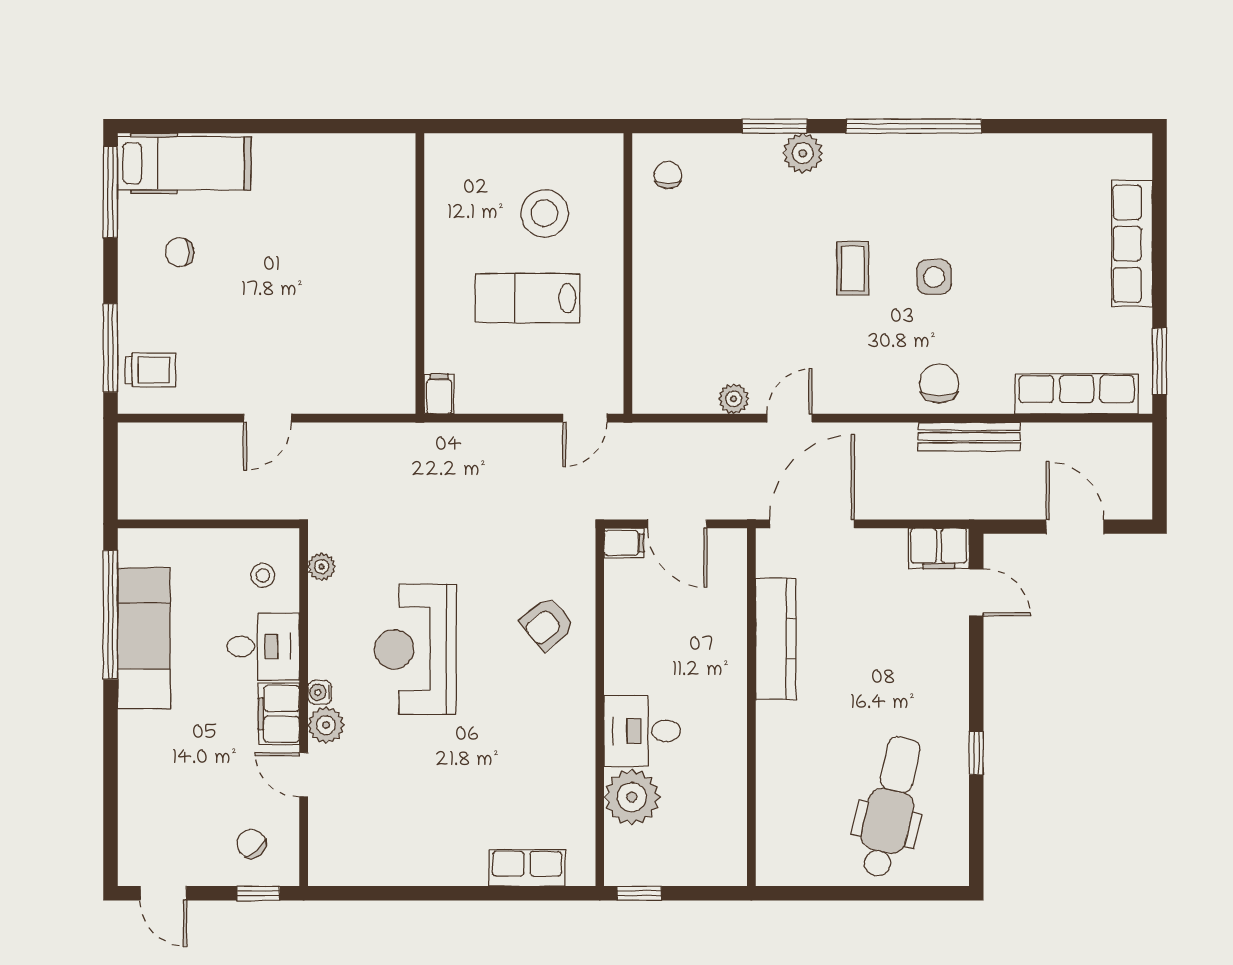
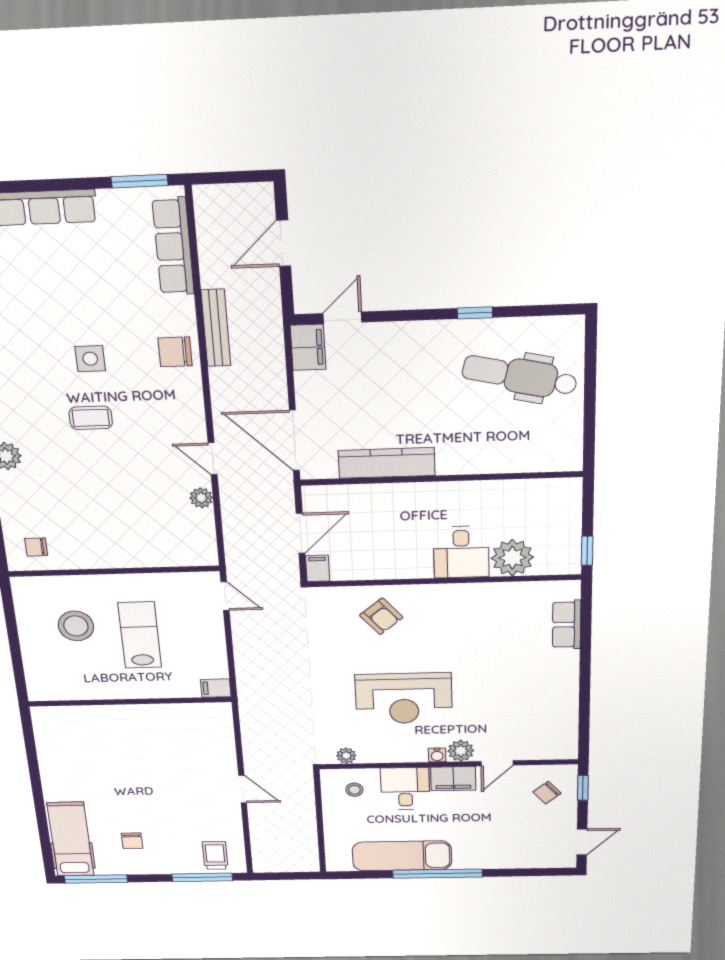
lab bench: (527, 298) -> (140, 635), turned 180
window: (110, 615) -> (438, 874), moved

